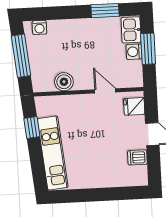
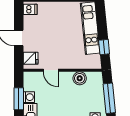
dishwasher: (137, 157) -> (30, 9), moved

